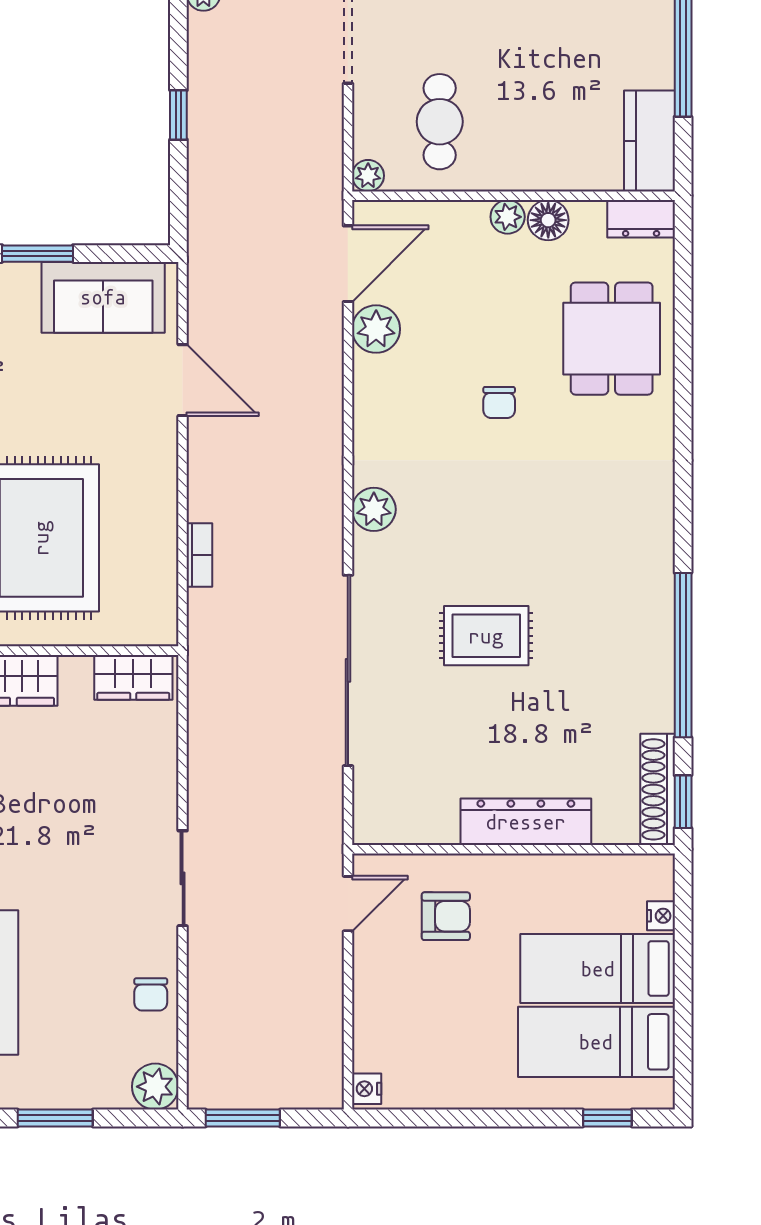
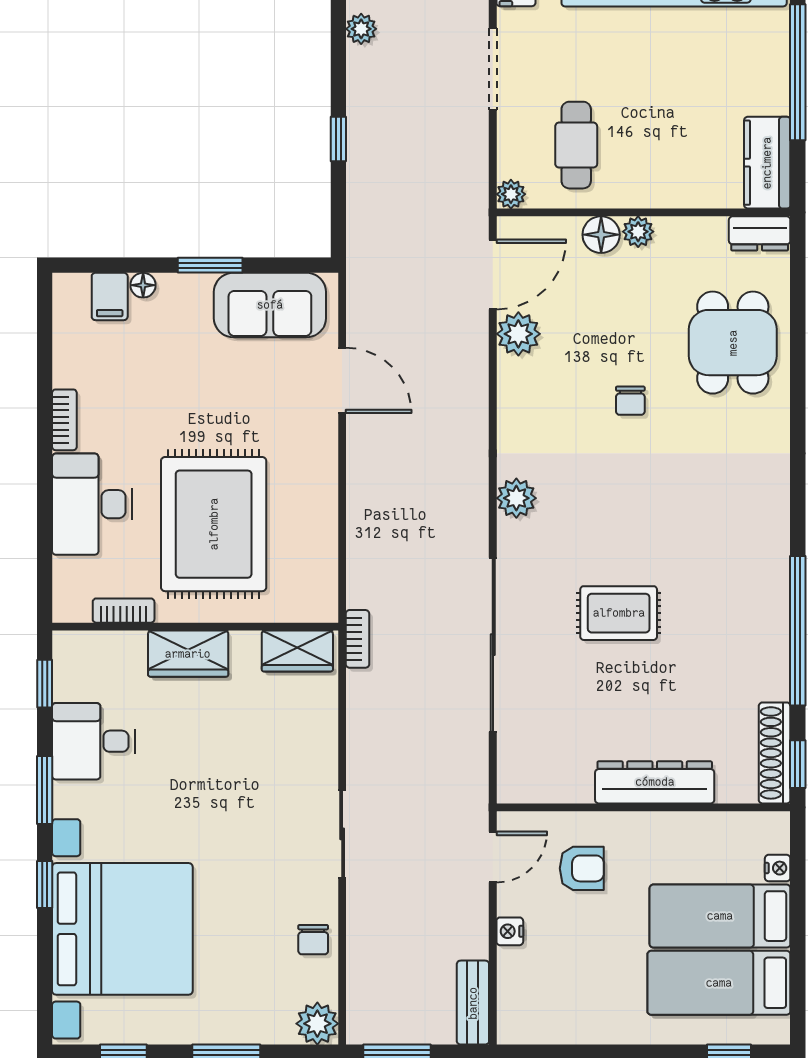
floor lamp: (548, 220) -> (601, 235), moved
bookcase: (199, 555) -> (357, 639), moved
bench: (326, 1064) -> (473, 1003), added
nightstand: (367, 1089) -> (510, 931), moved

